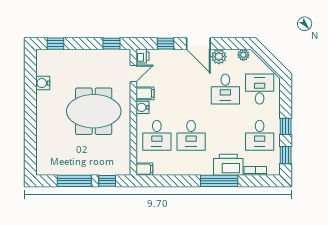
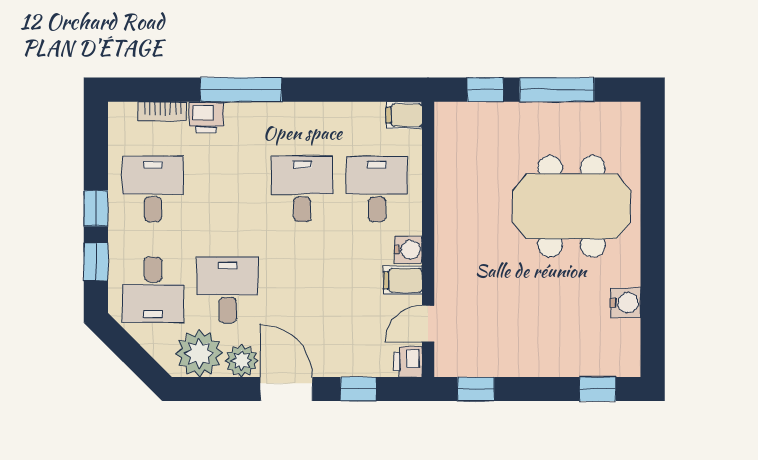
plant: (243, 55) -> (199, 353), width x1.88, depth x1.88
meeting table: (94, 111) -> (572, 206), moved
window: (286, 155) -> (96, 262), moved
printer: (228, 165) -> (206, 117), width x0.53, depth x0.68

